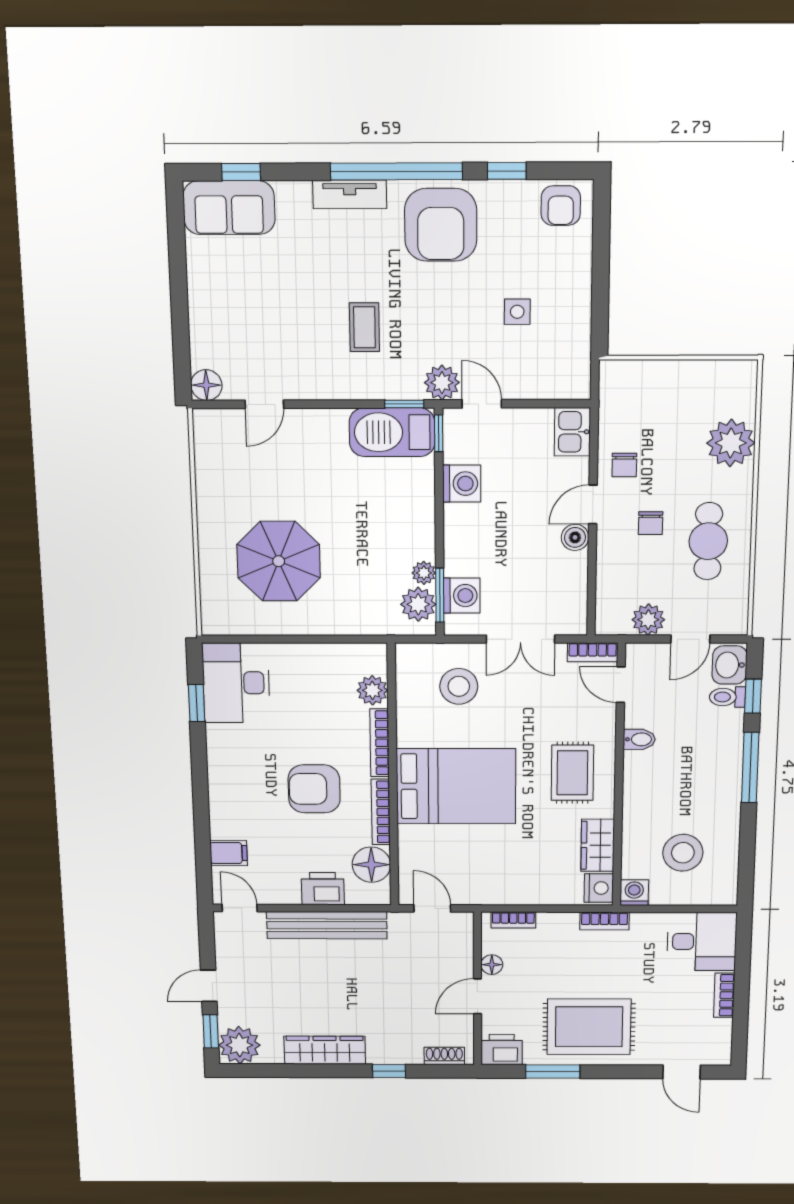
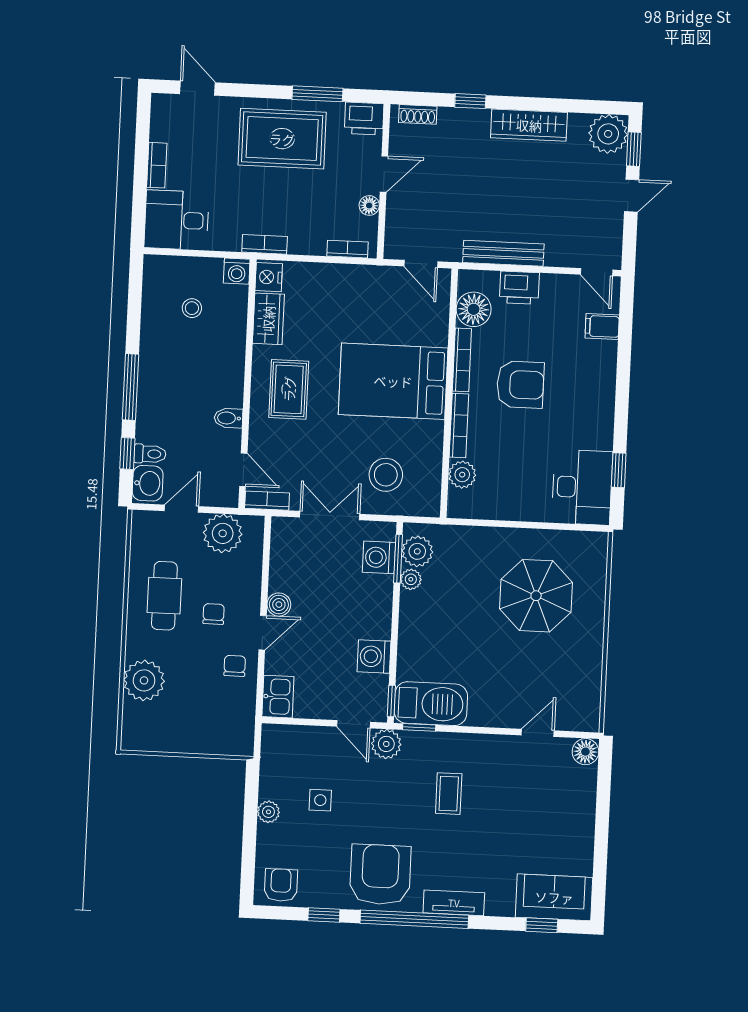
plant: (579, 294) -> (268, 812), added
plant: (648, 620) -> (223, 533), width x1.36, depth x1.36
stool: (683, 853) -> (192, 308), width x0.53, depth x0.53
bench: (327, 925) -> (503, 253), width x0.73, depth x0.82

